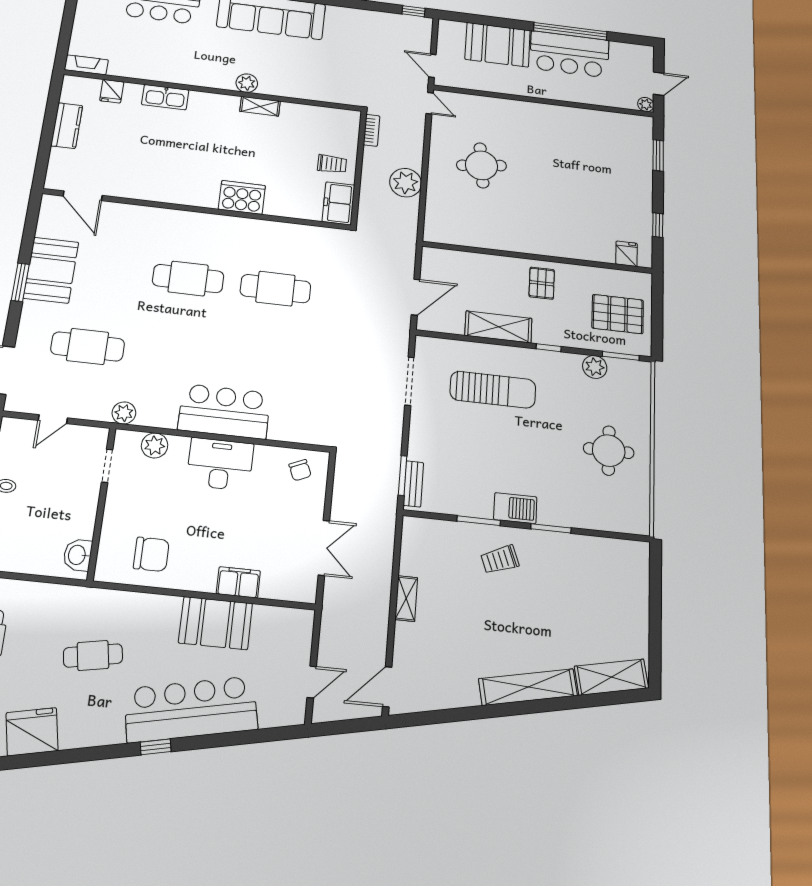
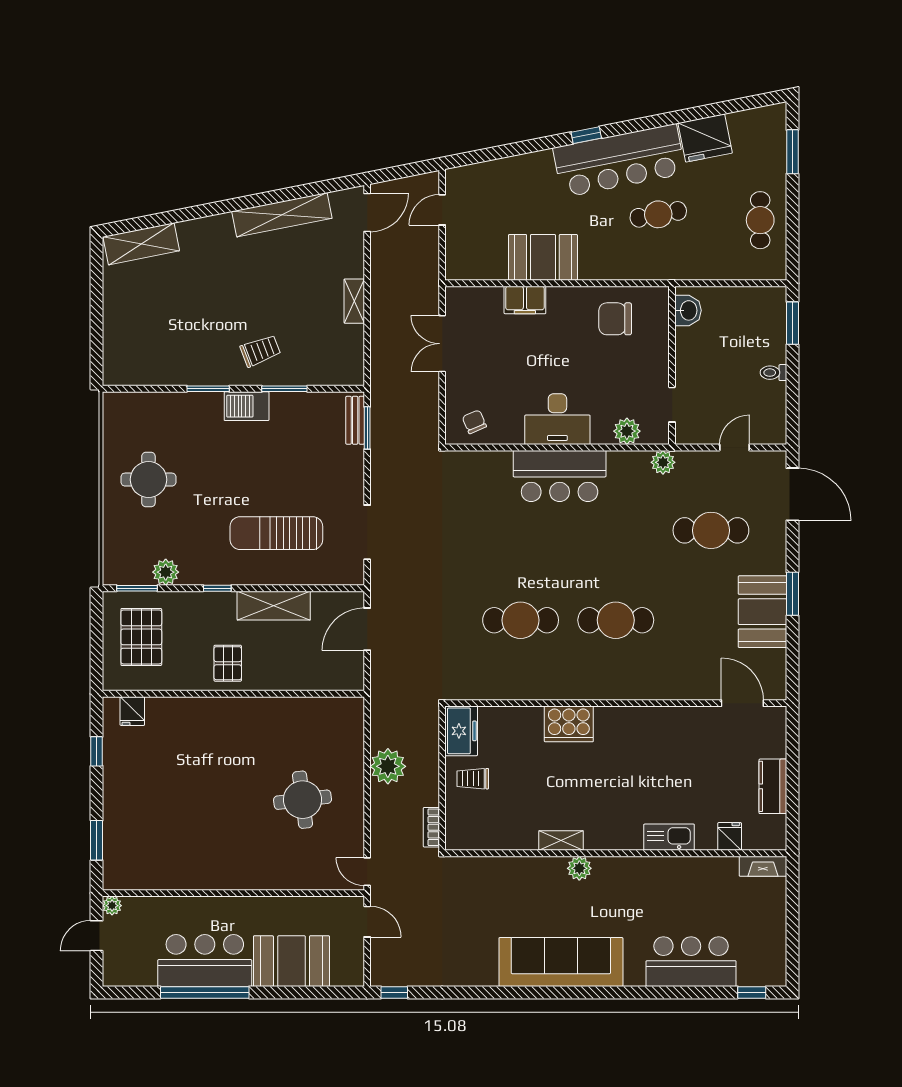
pallet: (618, 314) -> (141, 637), turned 90
shelving: (528, 687) -> (282, 215), moved
bar counter: (191, 709) -> (619, 161), moved

